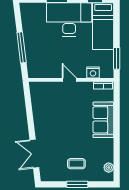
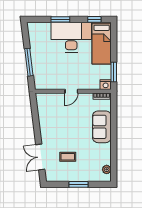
nightstand: (93, 73) -> (106, 85), moved
door: (69, 80) -> (71, 91), swing flipped
coffee table: (76, 164) -> (68, 157), moved

